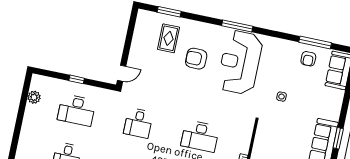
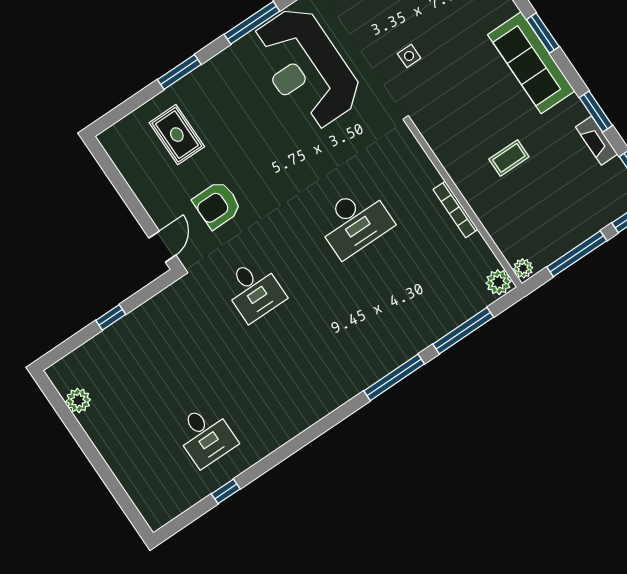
window: (169, 12) -> (179, 72), moved
armchair: (196, 59) -> (217, 205), moved
desk: (77, 110) -> (153, 358), removed

